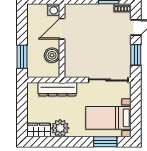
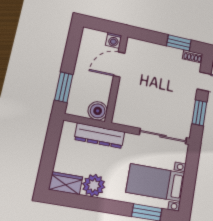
boiler: (52, 55) -> (98, 111), moved

